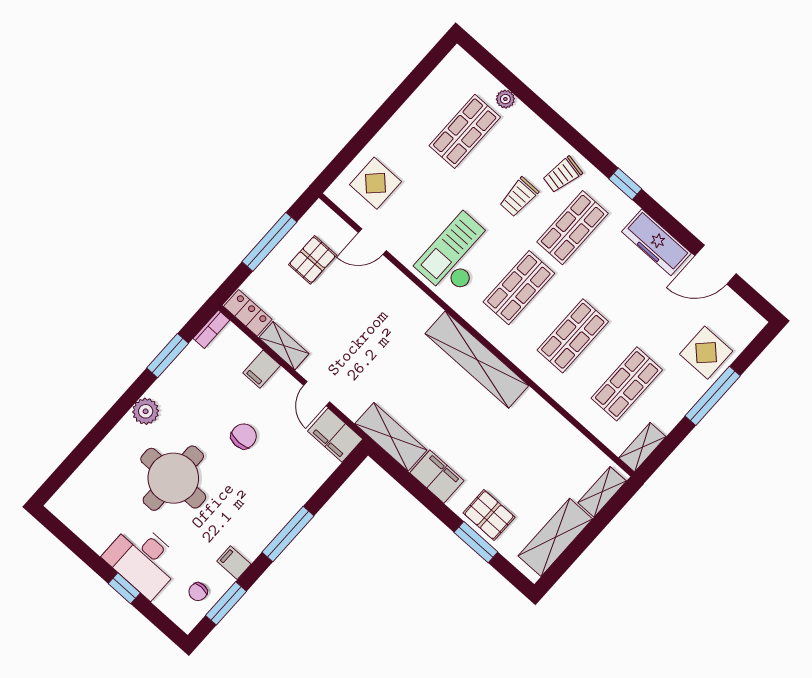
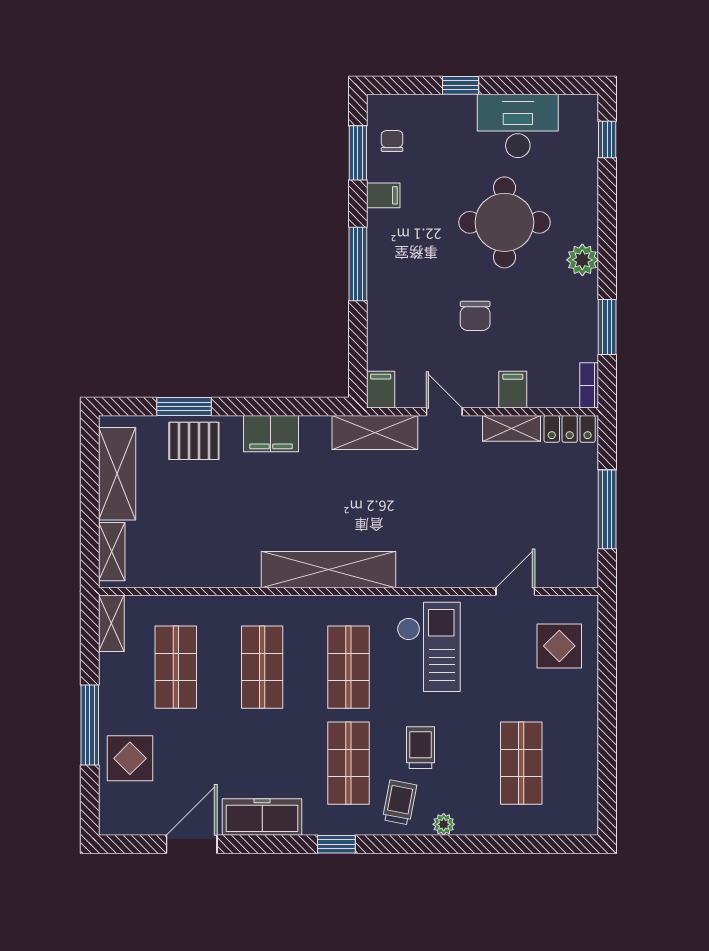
plant: (505, 99) -> (444, 824), moved
pallet: (312, 260) -> (554, 528), removed
filing cabinet: (335, 435) -> (381, 390), width x0.50
shelving: (391, 437) -> (375, 432), moved
window: (63, 473) -> (607, 140), added
desk: (143, 560) -> (518, 126), moved

